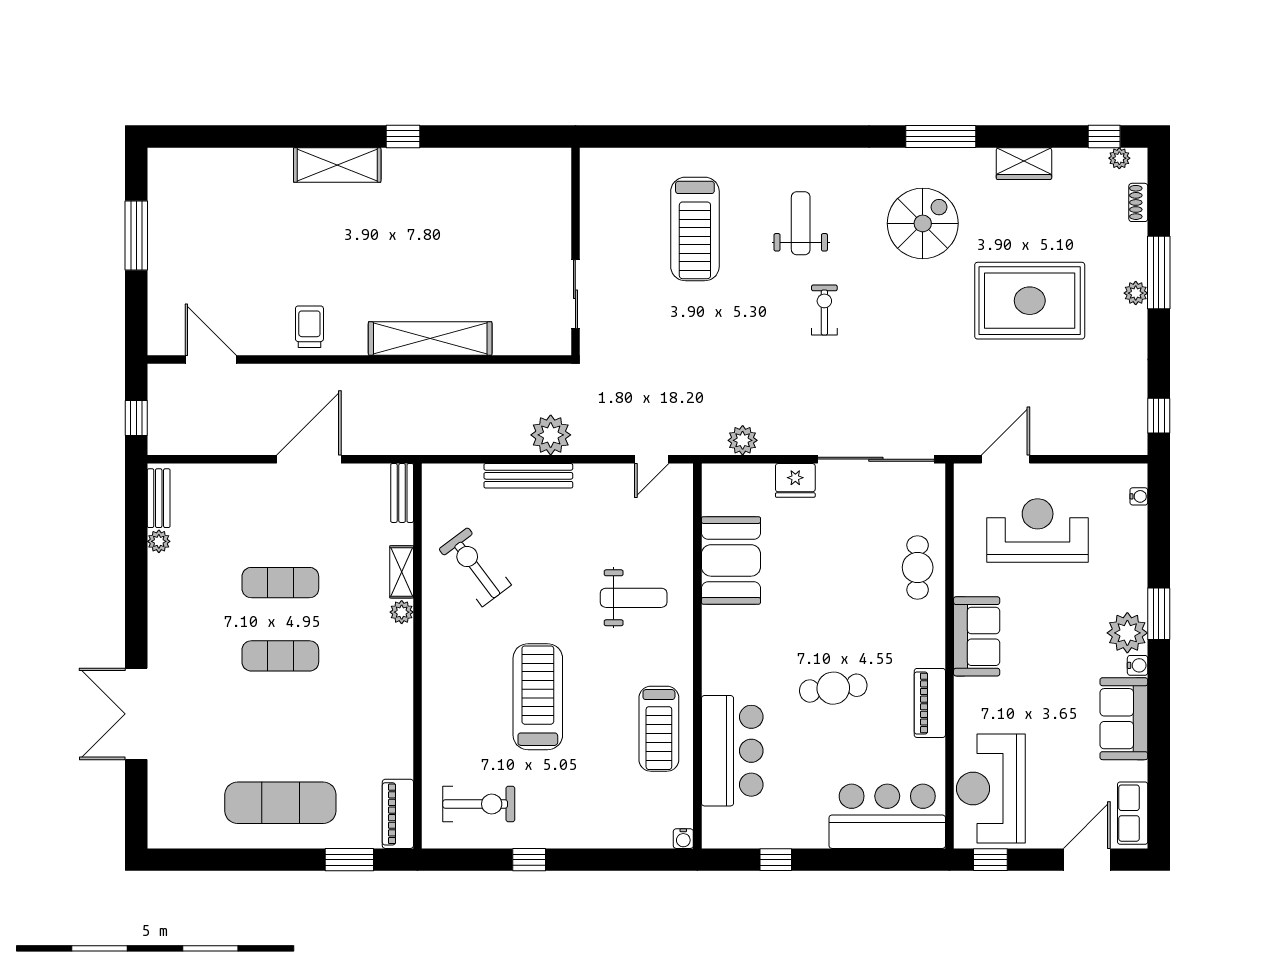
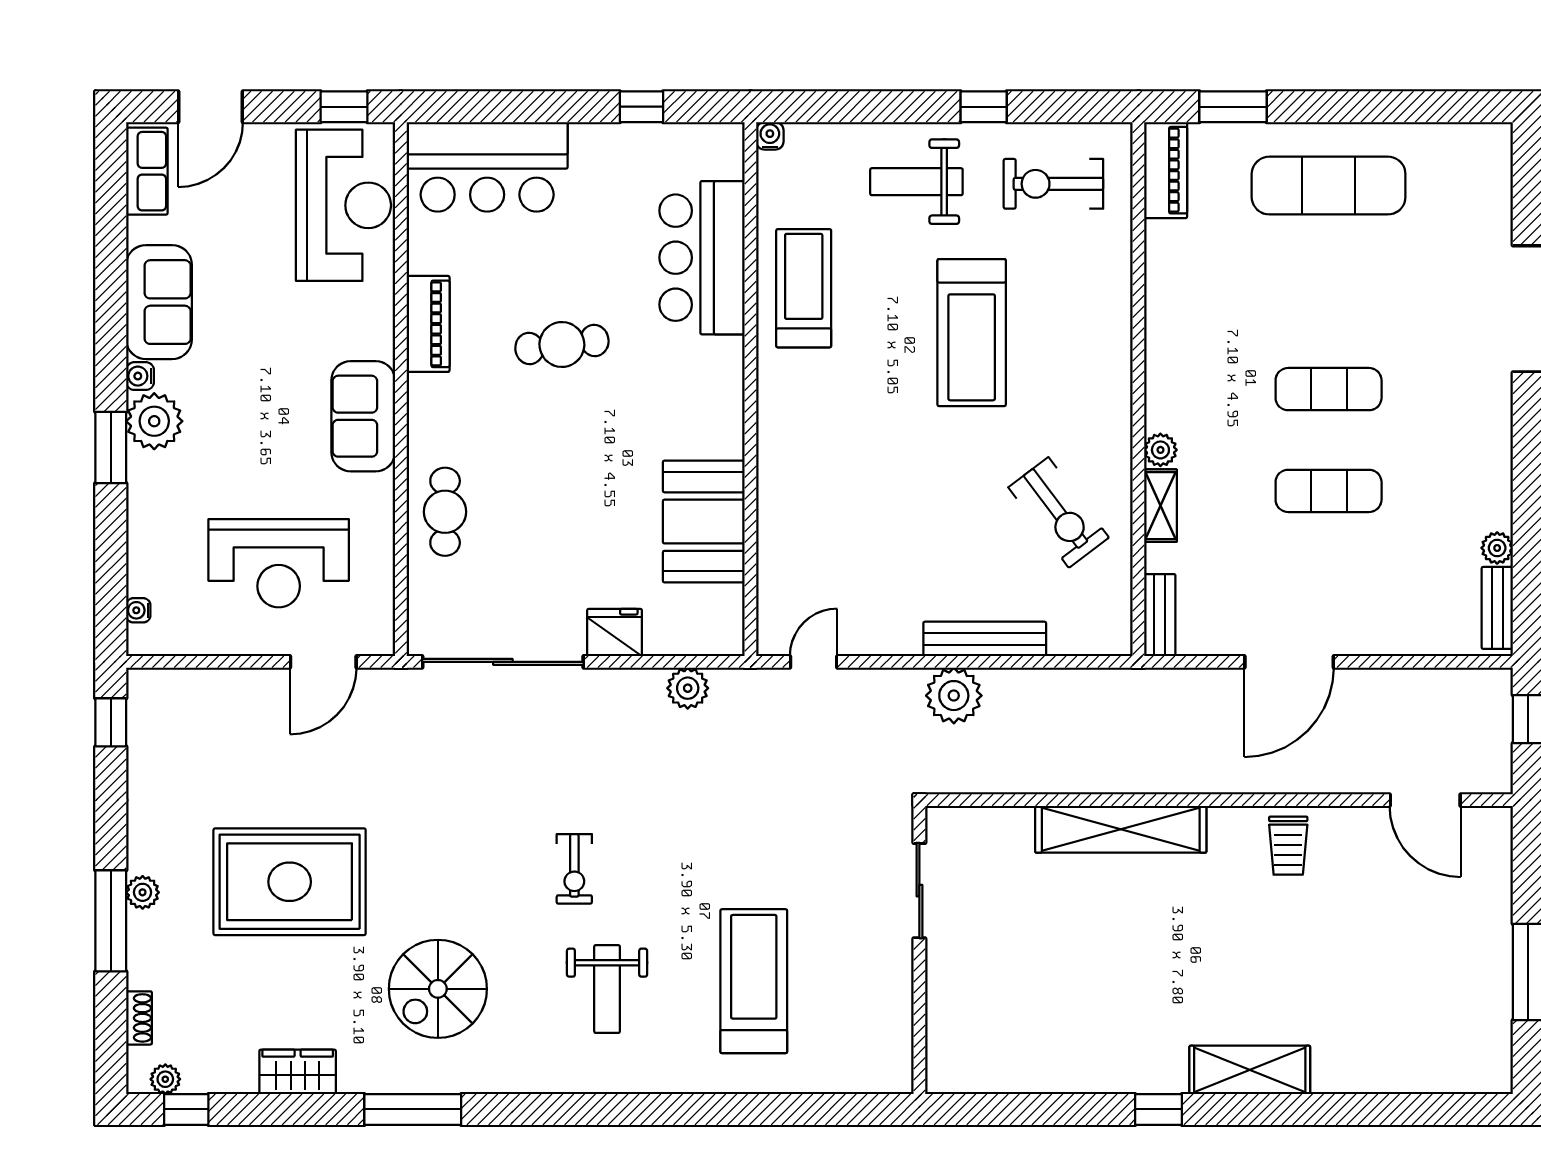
weight bench: (634, 598) -> (916, 182), moved

